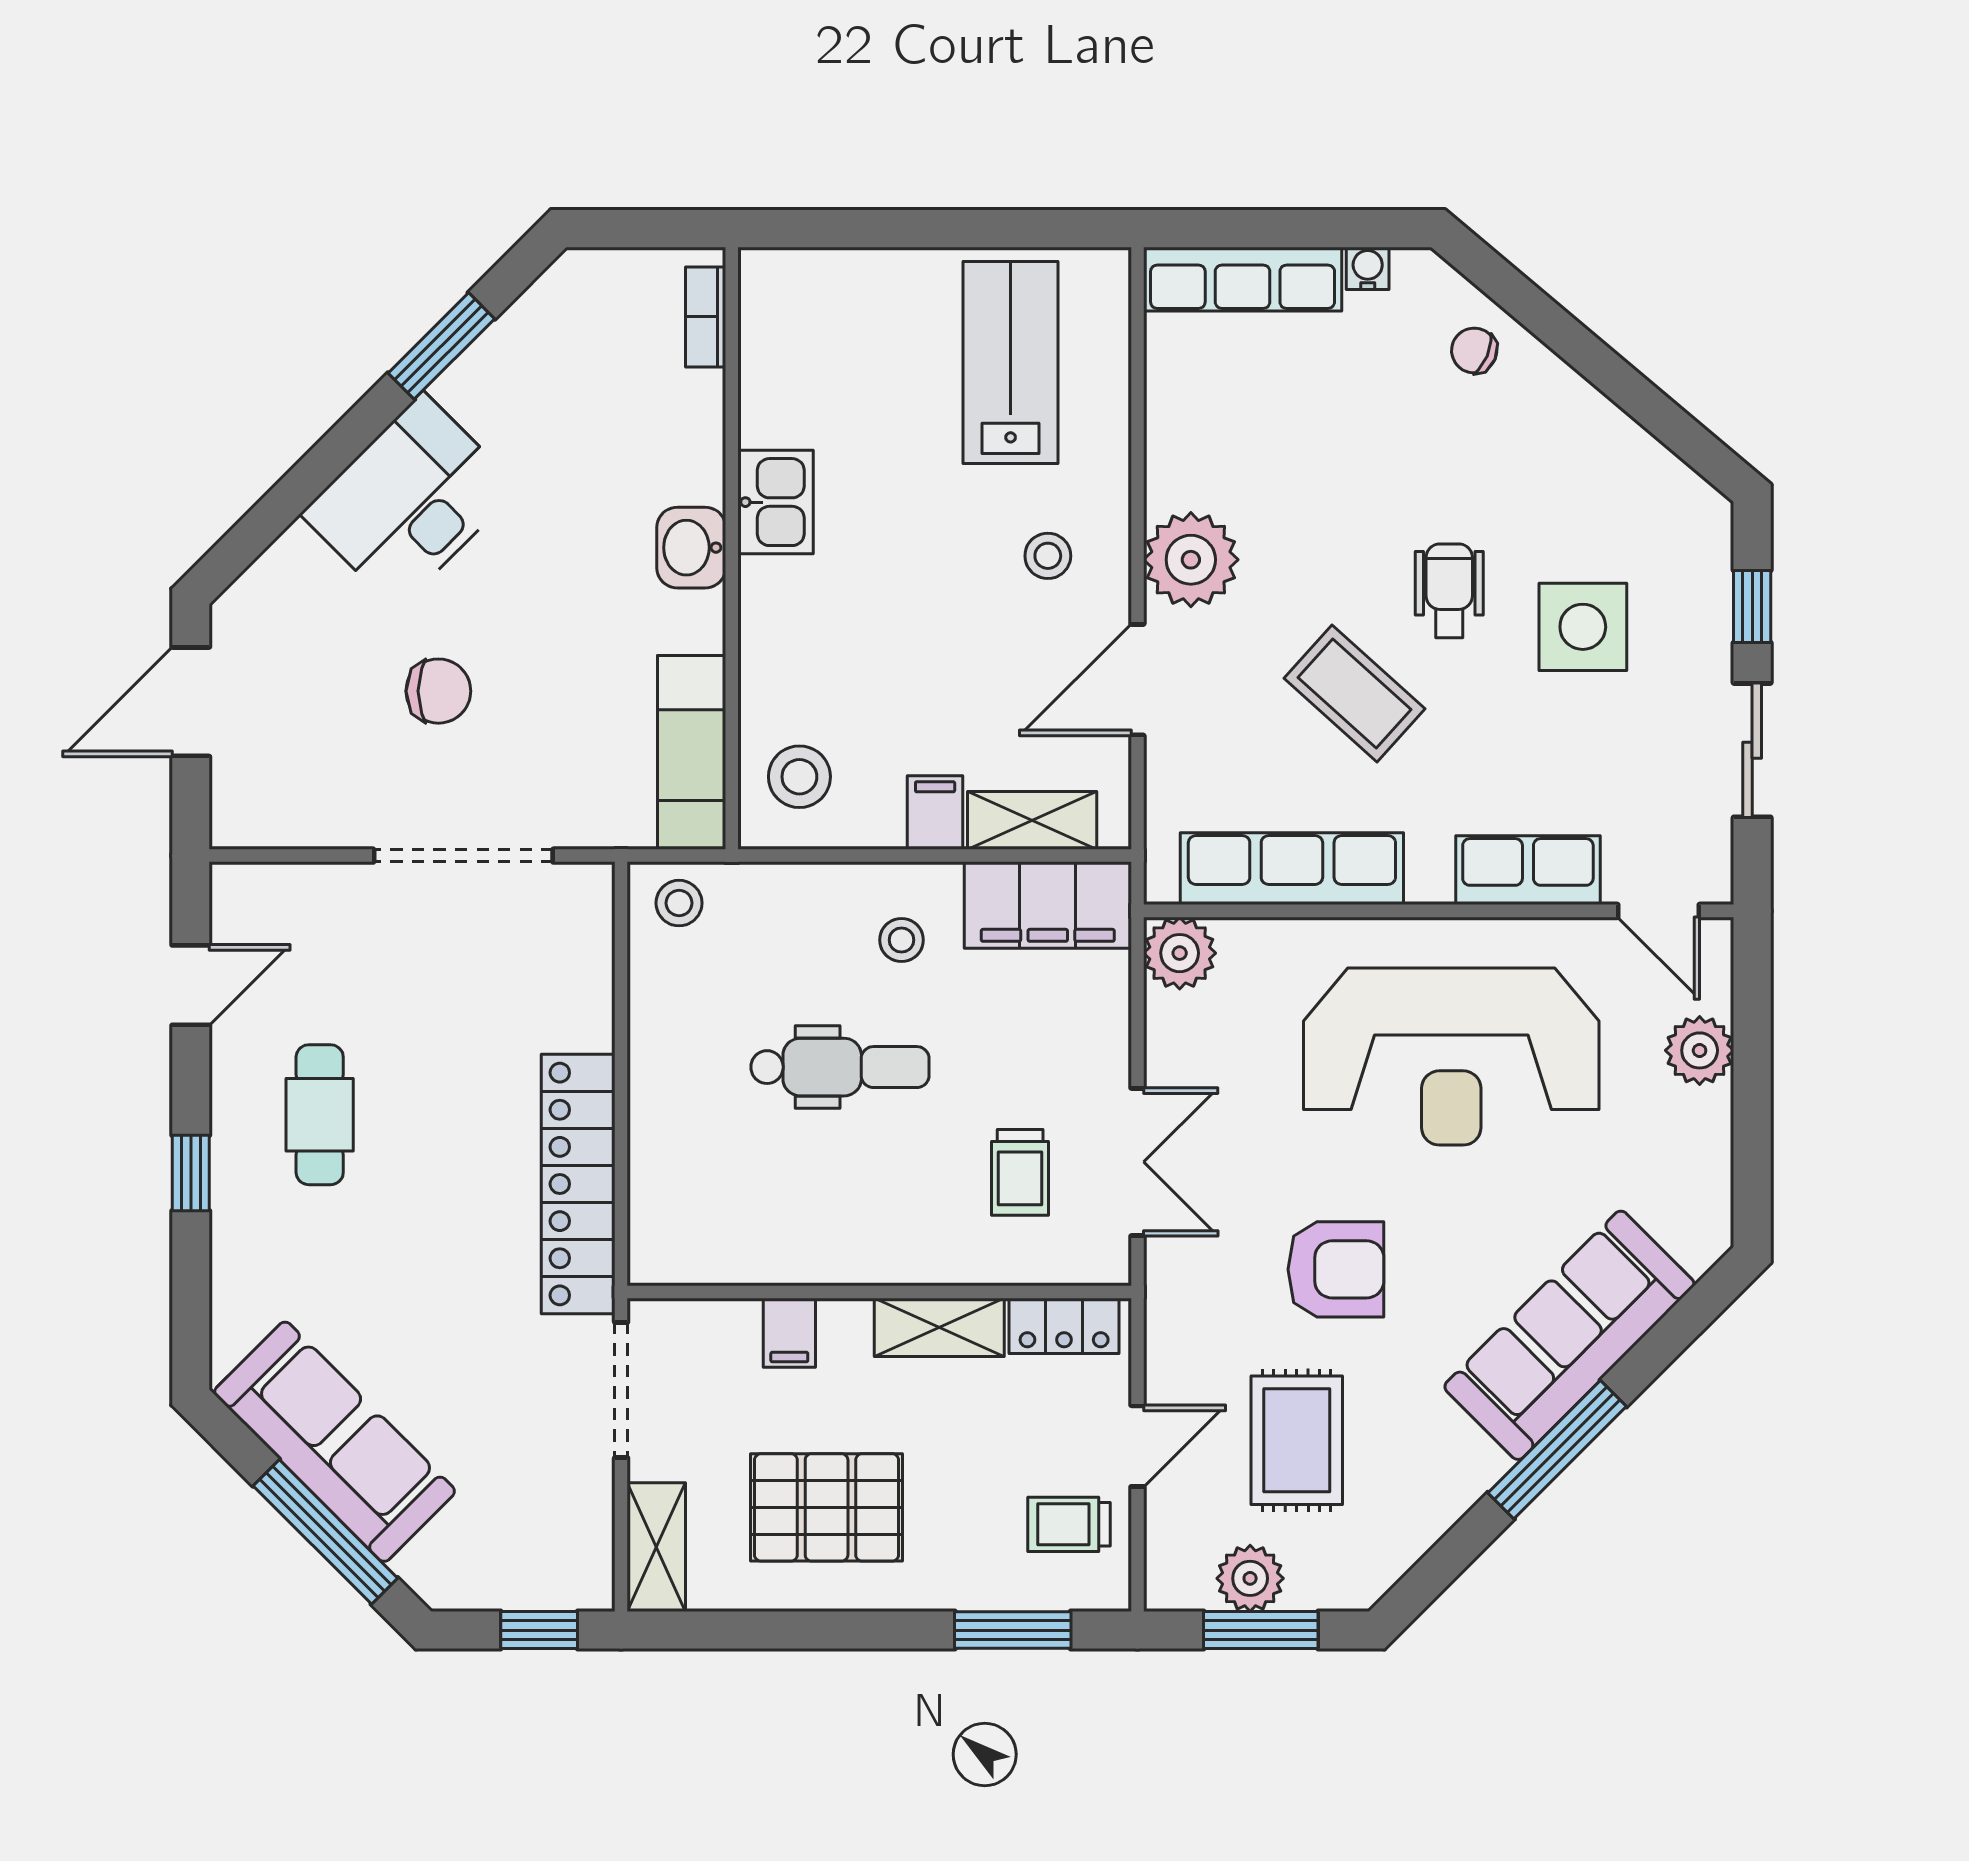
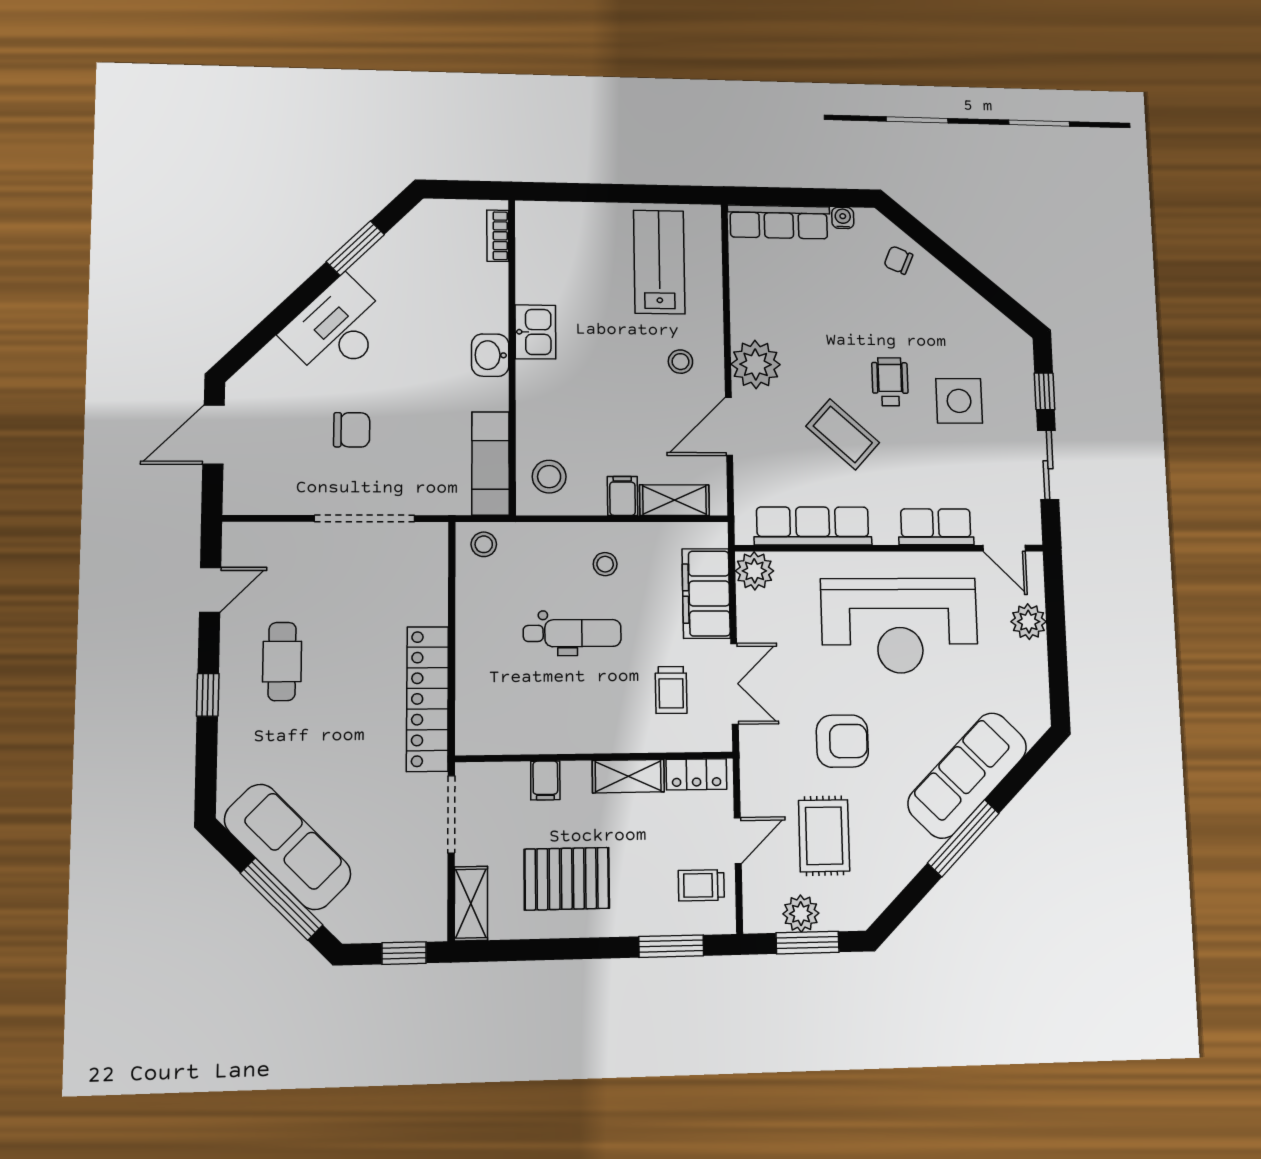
filing cabinet: (1048, 905) -> (706, 593), moved, turned 90

